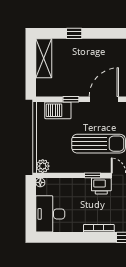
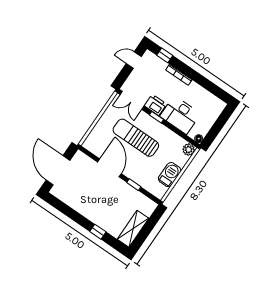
door: (104, 99) -> (109, 168), swing flipped
barbecue: (58, 110) -> (170, 175), moved, turned -90
desk: (50, 214) -> (180, 115), moved, turned 90

